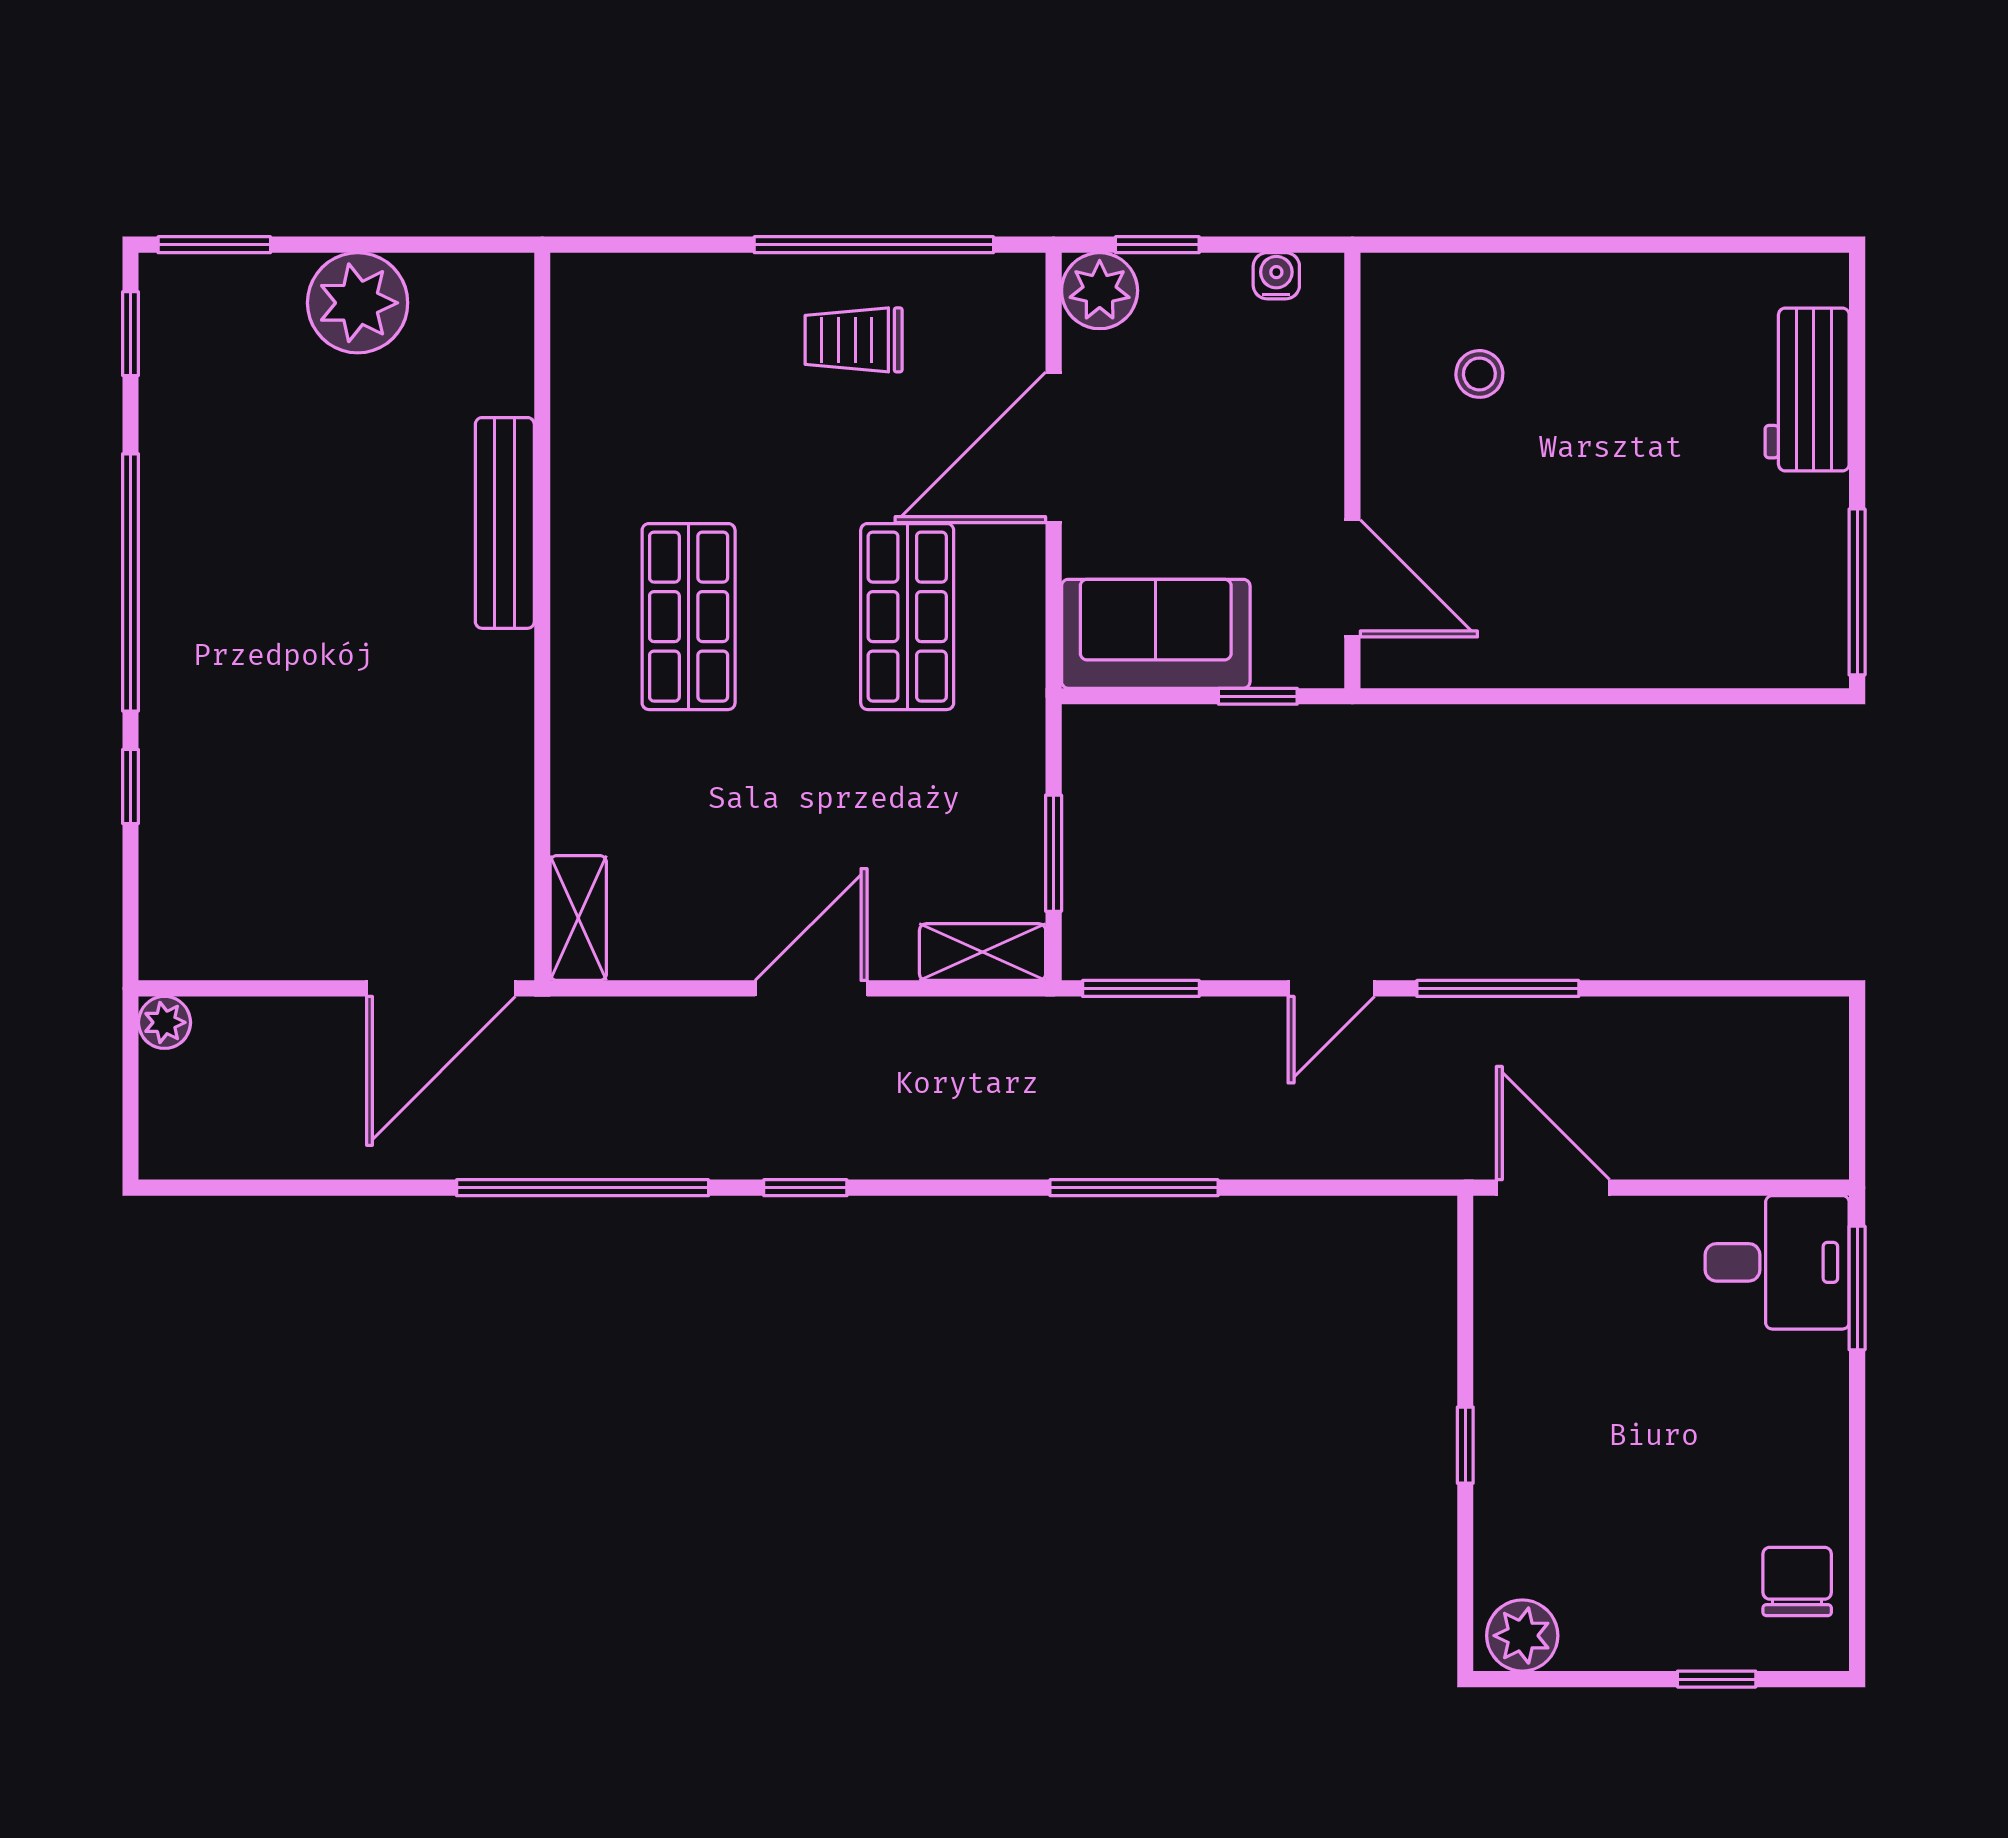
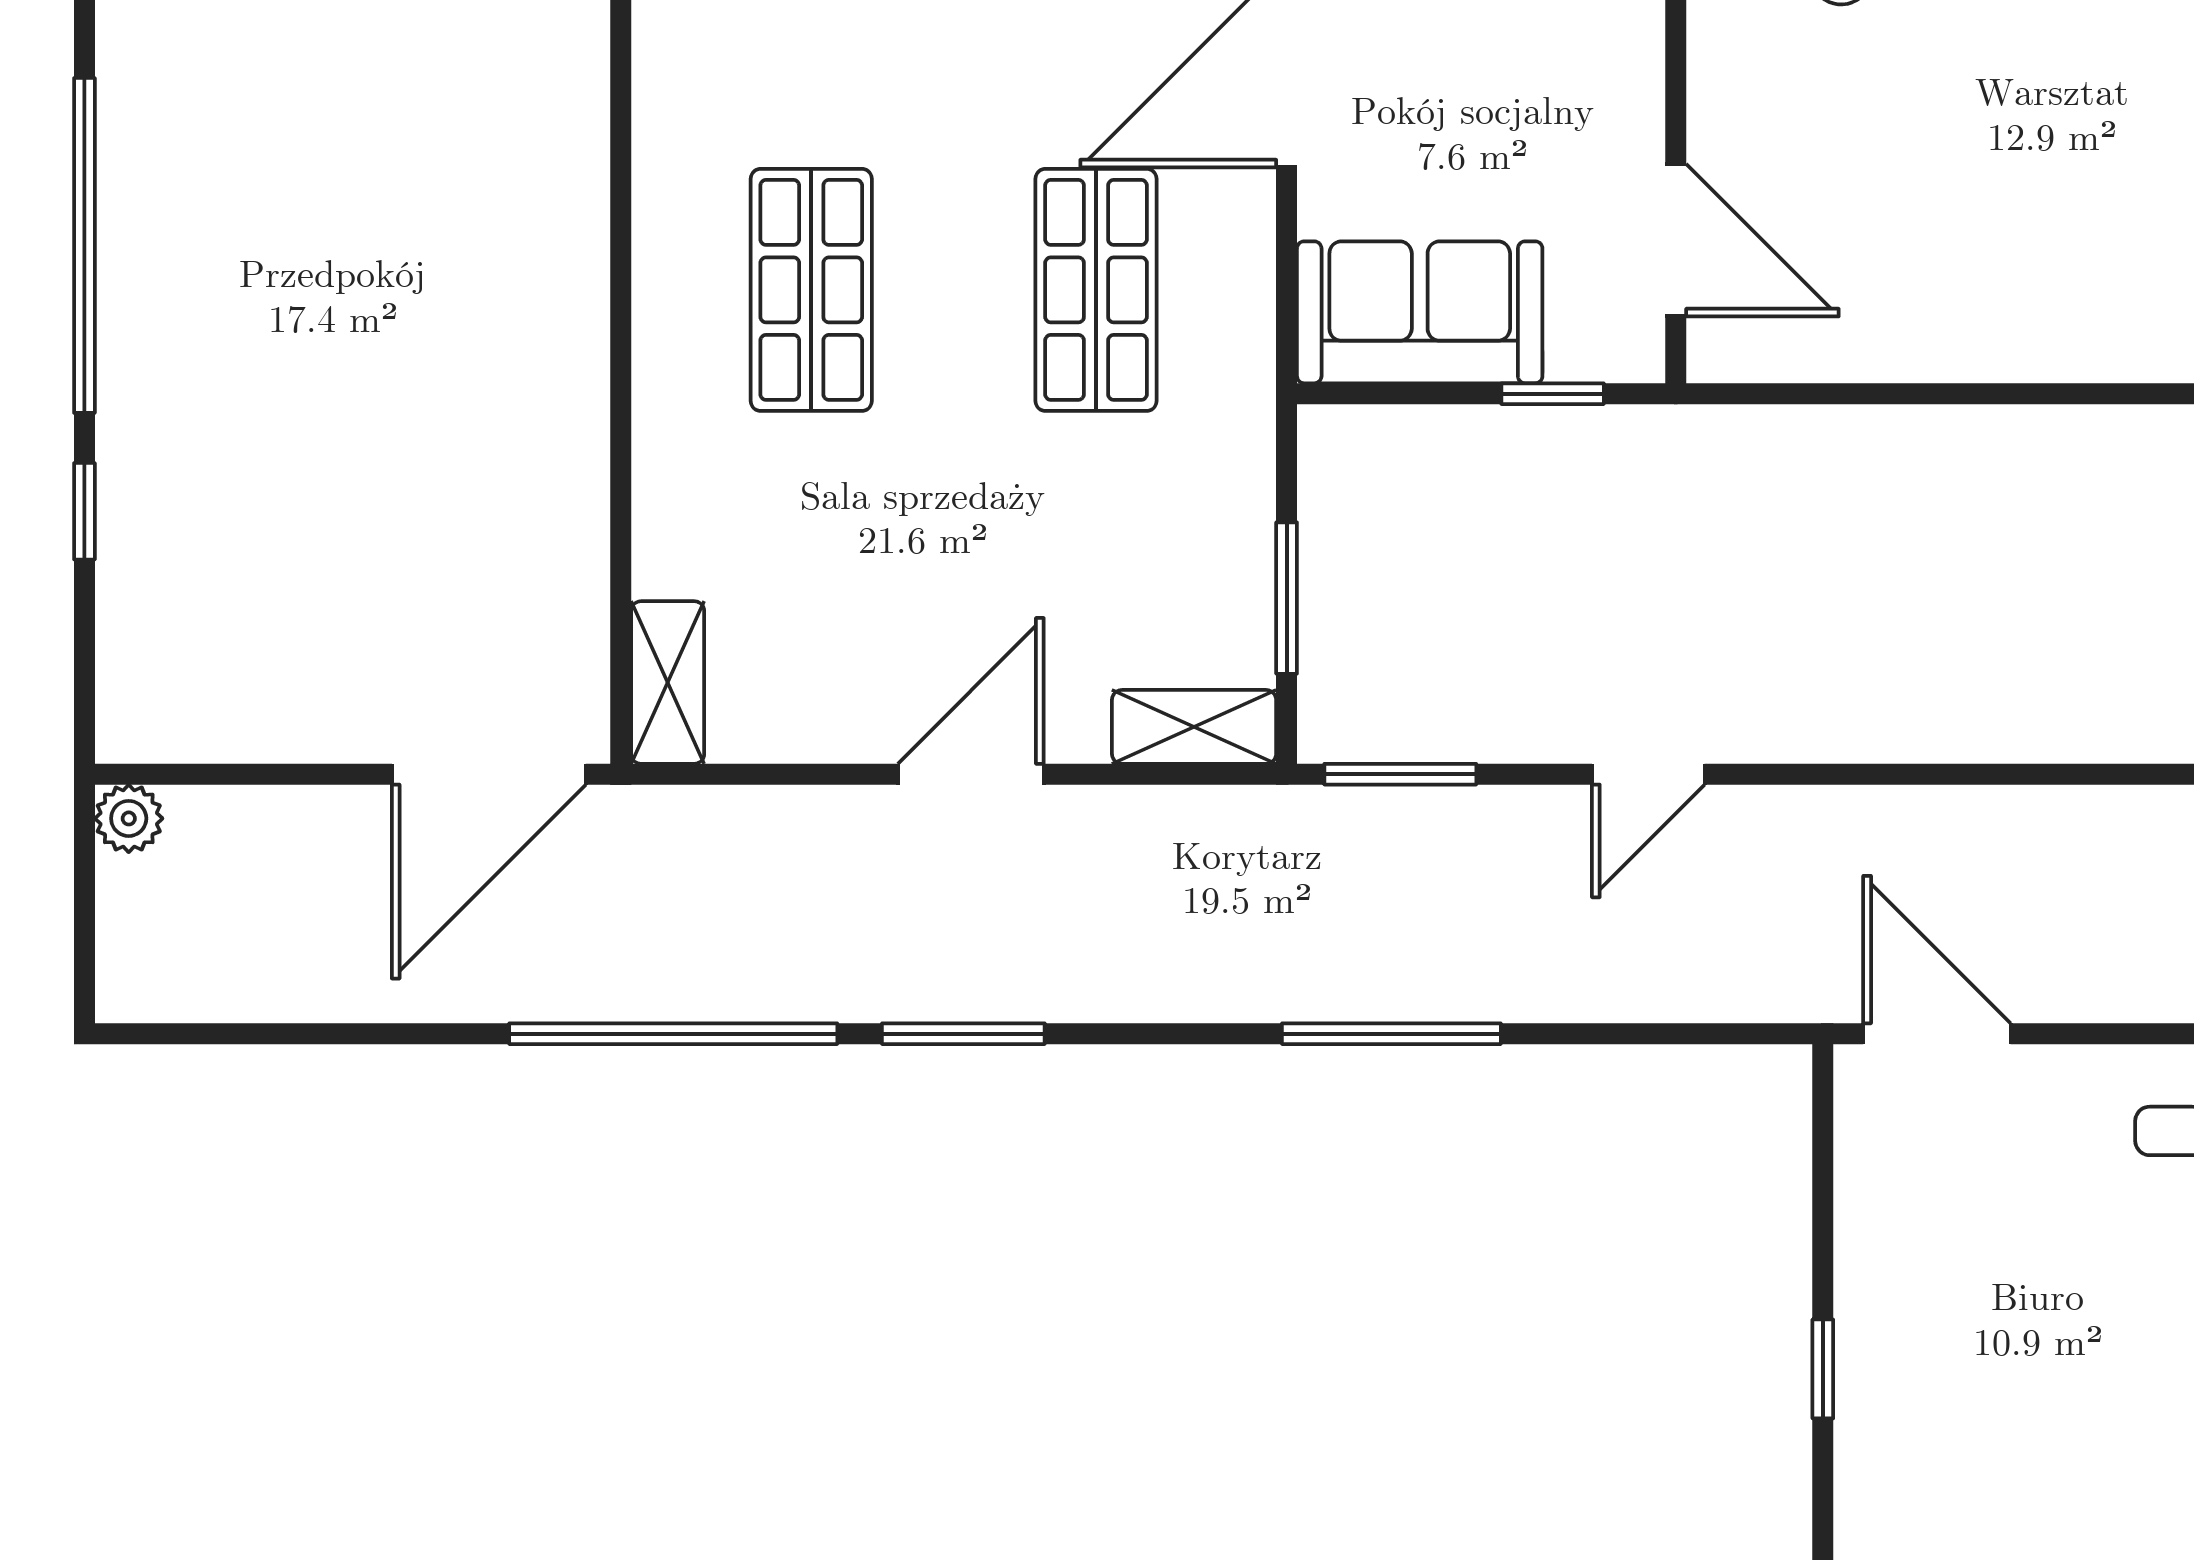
bench: (505, 523) -> (572, 168), removed
window: (1498, 988) -> (1865, 774), removed
window: (805, 1188) -> (963, 1034), width x1.50

